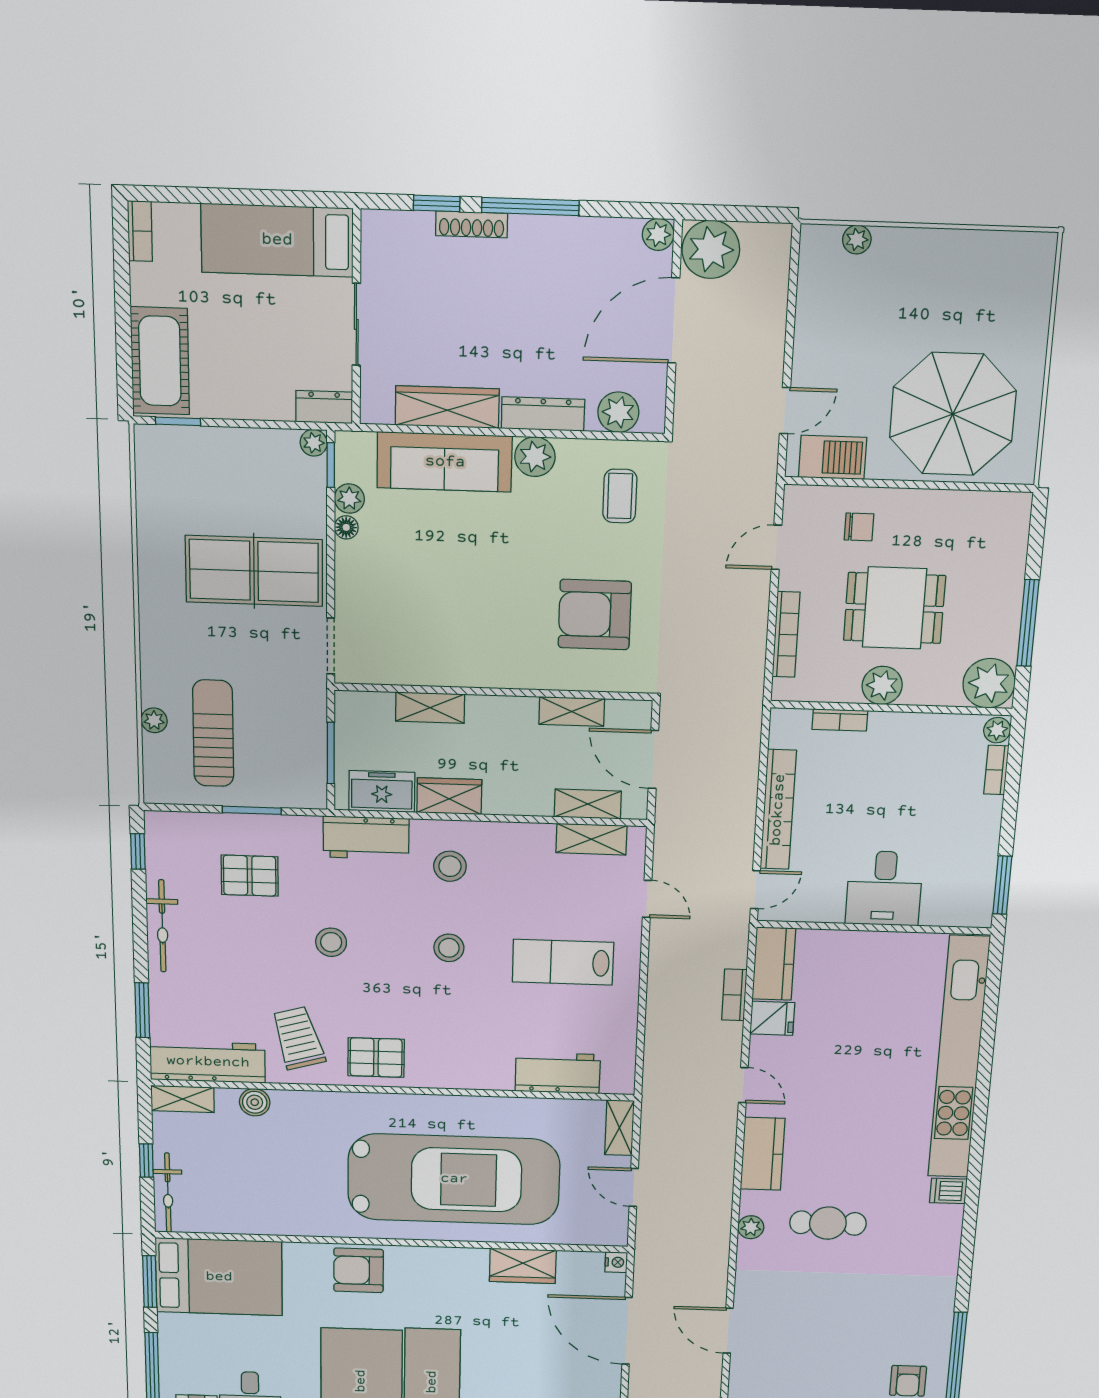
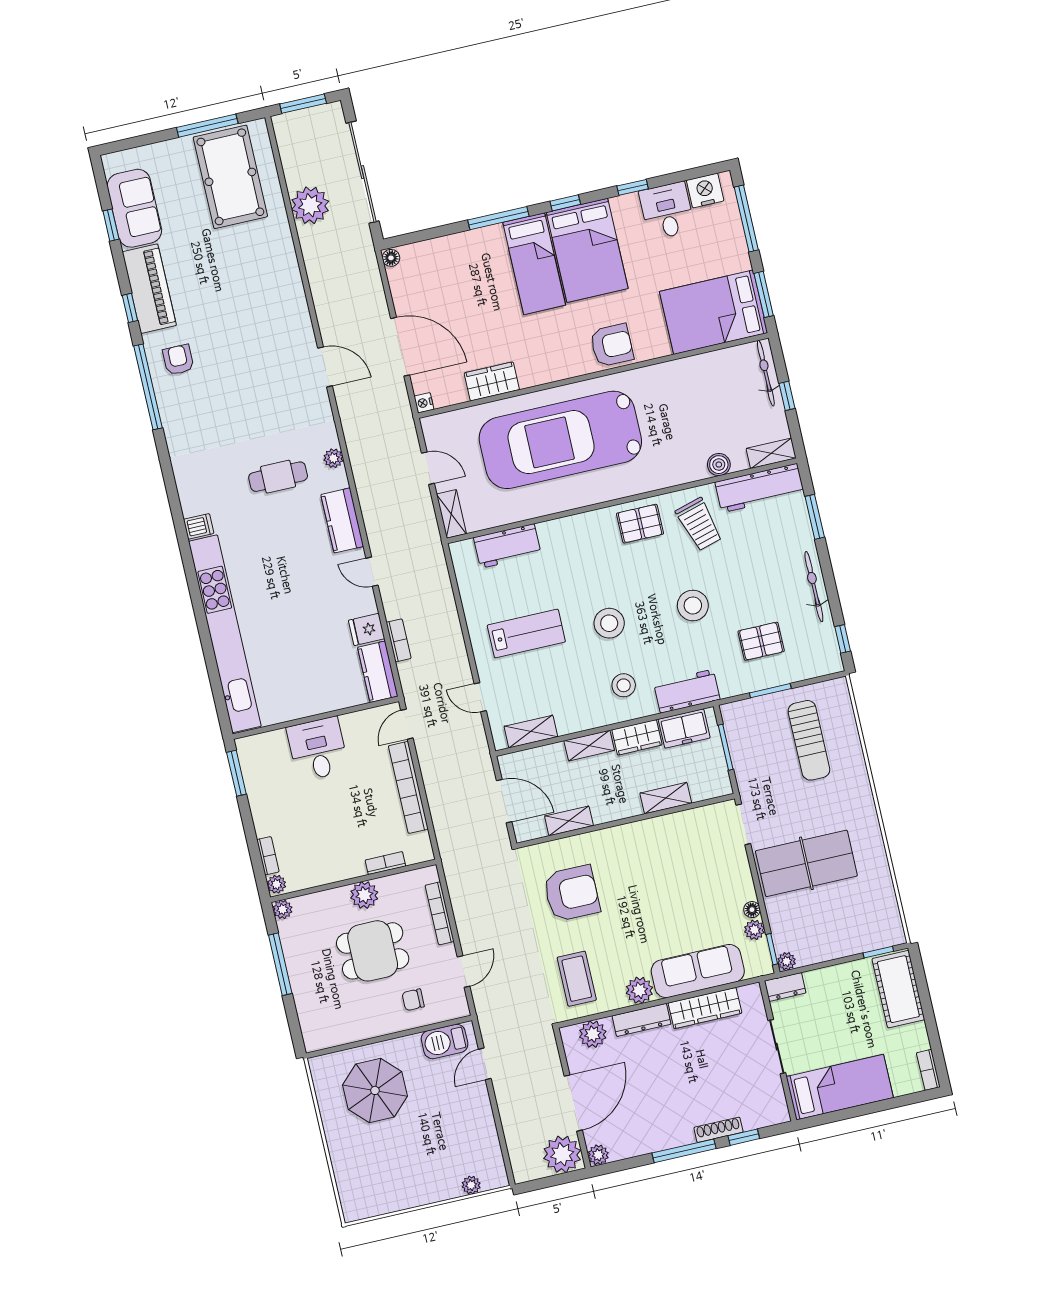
parasol: (953, 414) -> (375, 1090), width x0.73, depth x0.73
coffee table: (620, 496) -> (577, 979), width x1.36, depth x1.30
plant: (989, 683) -> (283, 909), width x0.53, depth x0.53
plant: (154, 720) -> (851, 739), removed
shelving: (588, 804) -> (589, 746), moved
stool: (331, 942) -> (693, 605), width x1.38, depth x1.38
stool: (449, 948) -> (609, 623), width x1.38, depth x1.38

